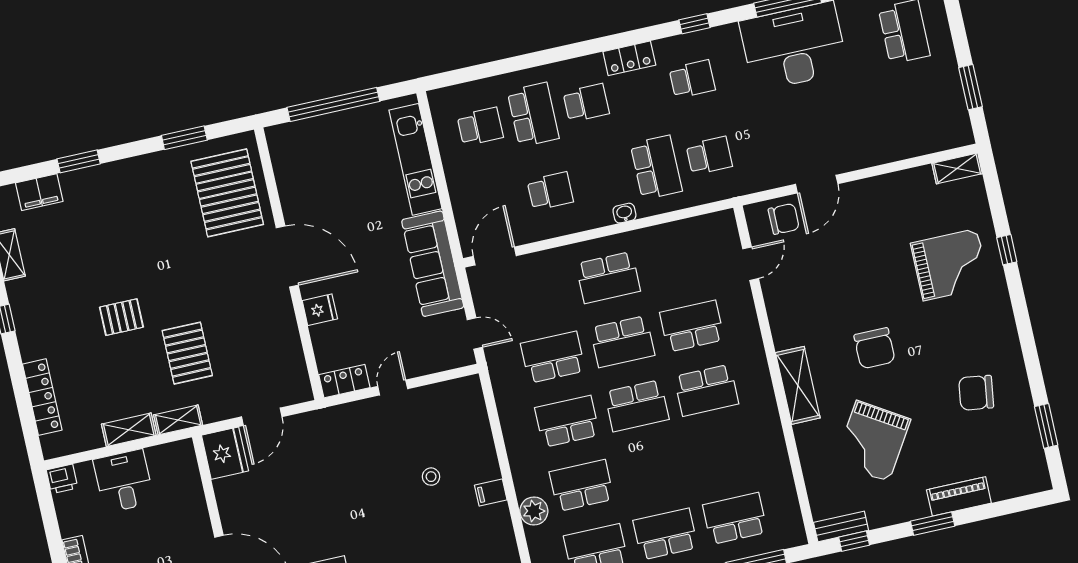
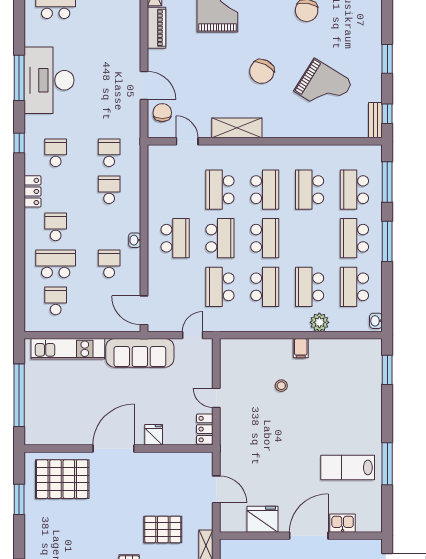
school desk: (656, 167) -> (109, 190), width x0.54
washbasin: (624, 213) -> (135, 240), moved
chair: (875, 348) -> (262, 71), turned 117
shelving: (798, 385) -> (237, 128), moved
school desk: (567, 421) -> (265, 287), turned 180
fridge: (225, 453) -> (262, 519), moved
school desk: (721, 454) -> (310, 190), added
piano: (959, 496) -> (157, 28), moved, turned 180

